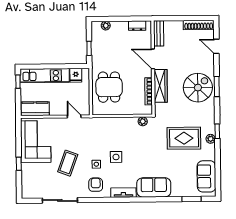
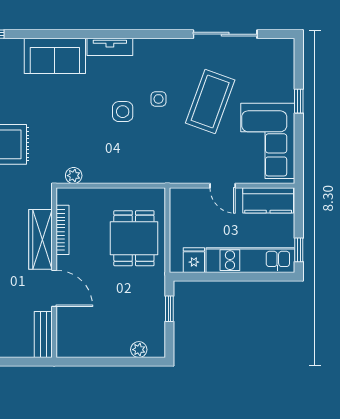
dresser: (137, 26) -> (82, 349), removed
door: (74, 116) -> (223, 186), moved
coffee table: (68, 163) -> (210, 102), width x1.36, depth x1.32
armchair: (96, 185) -> (160, 62), removed

